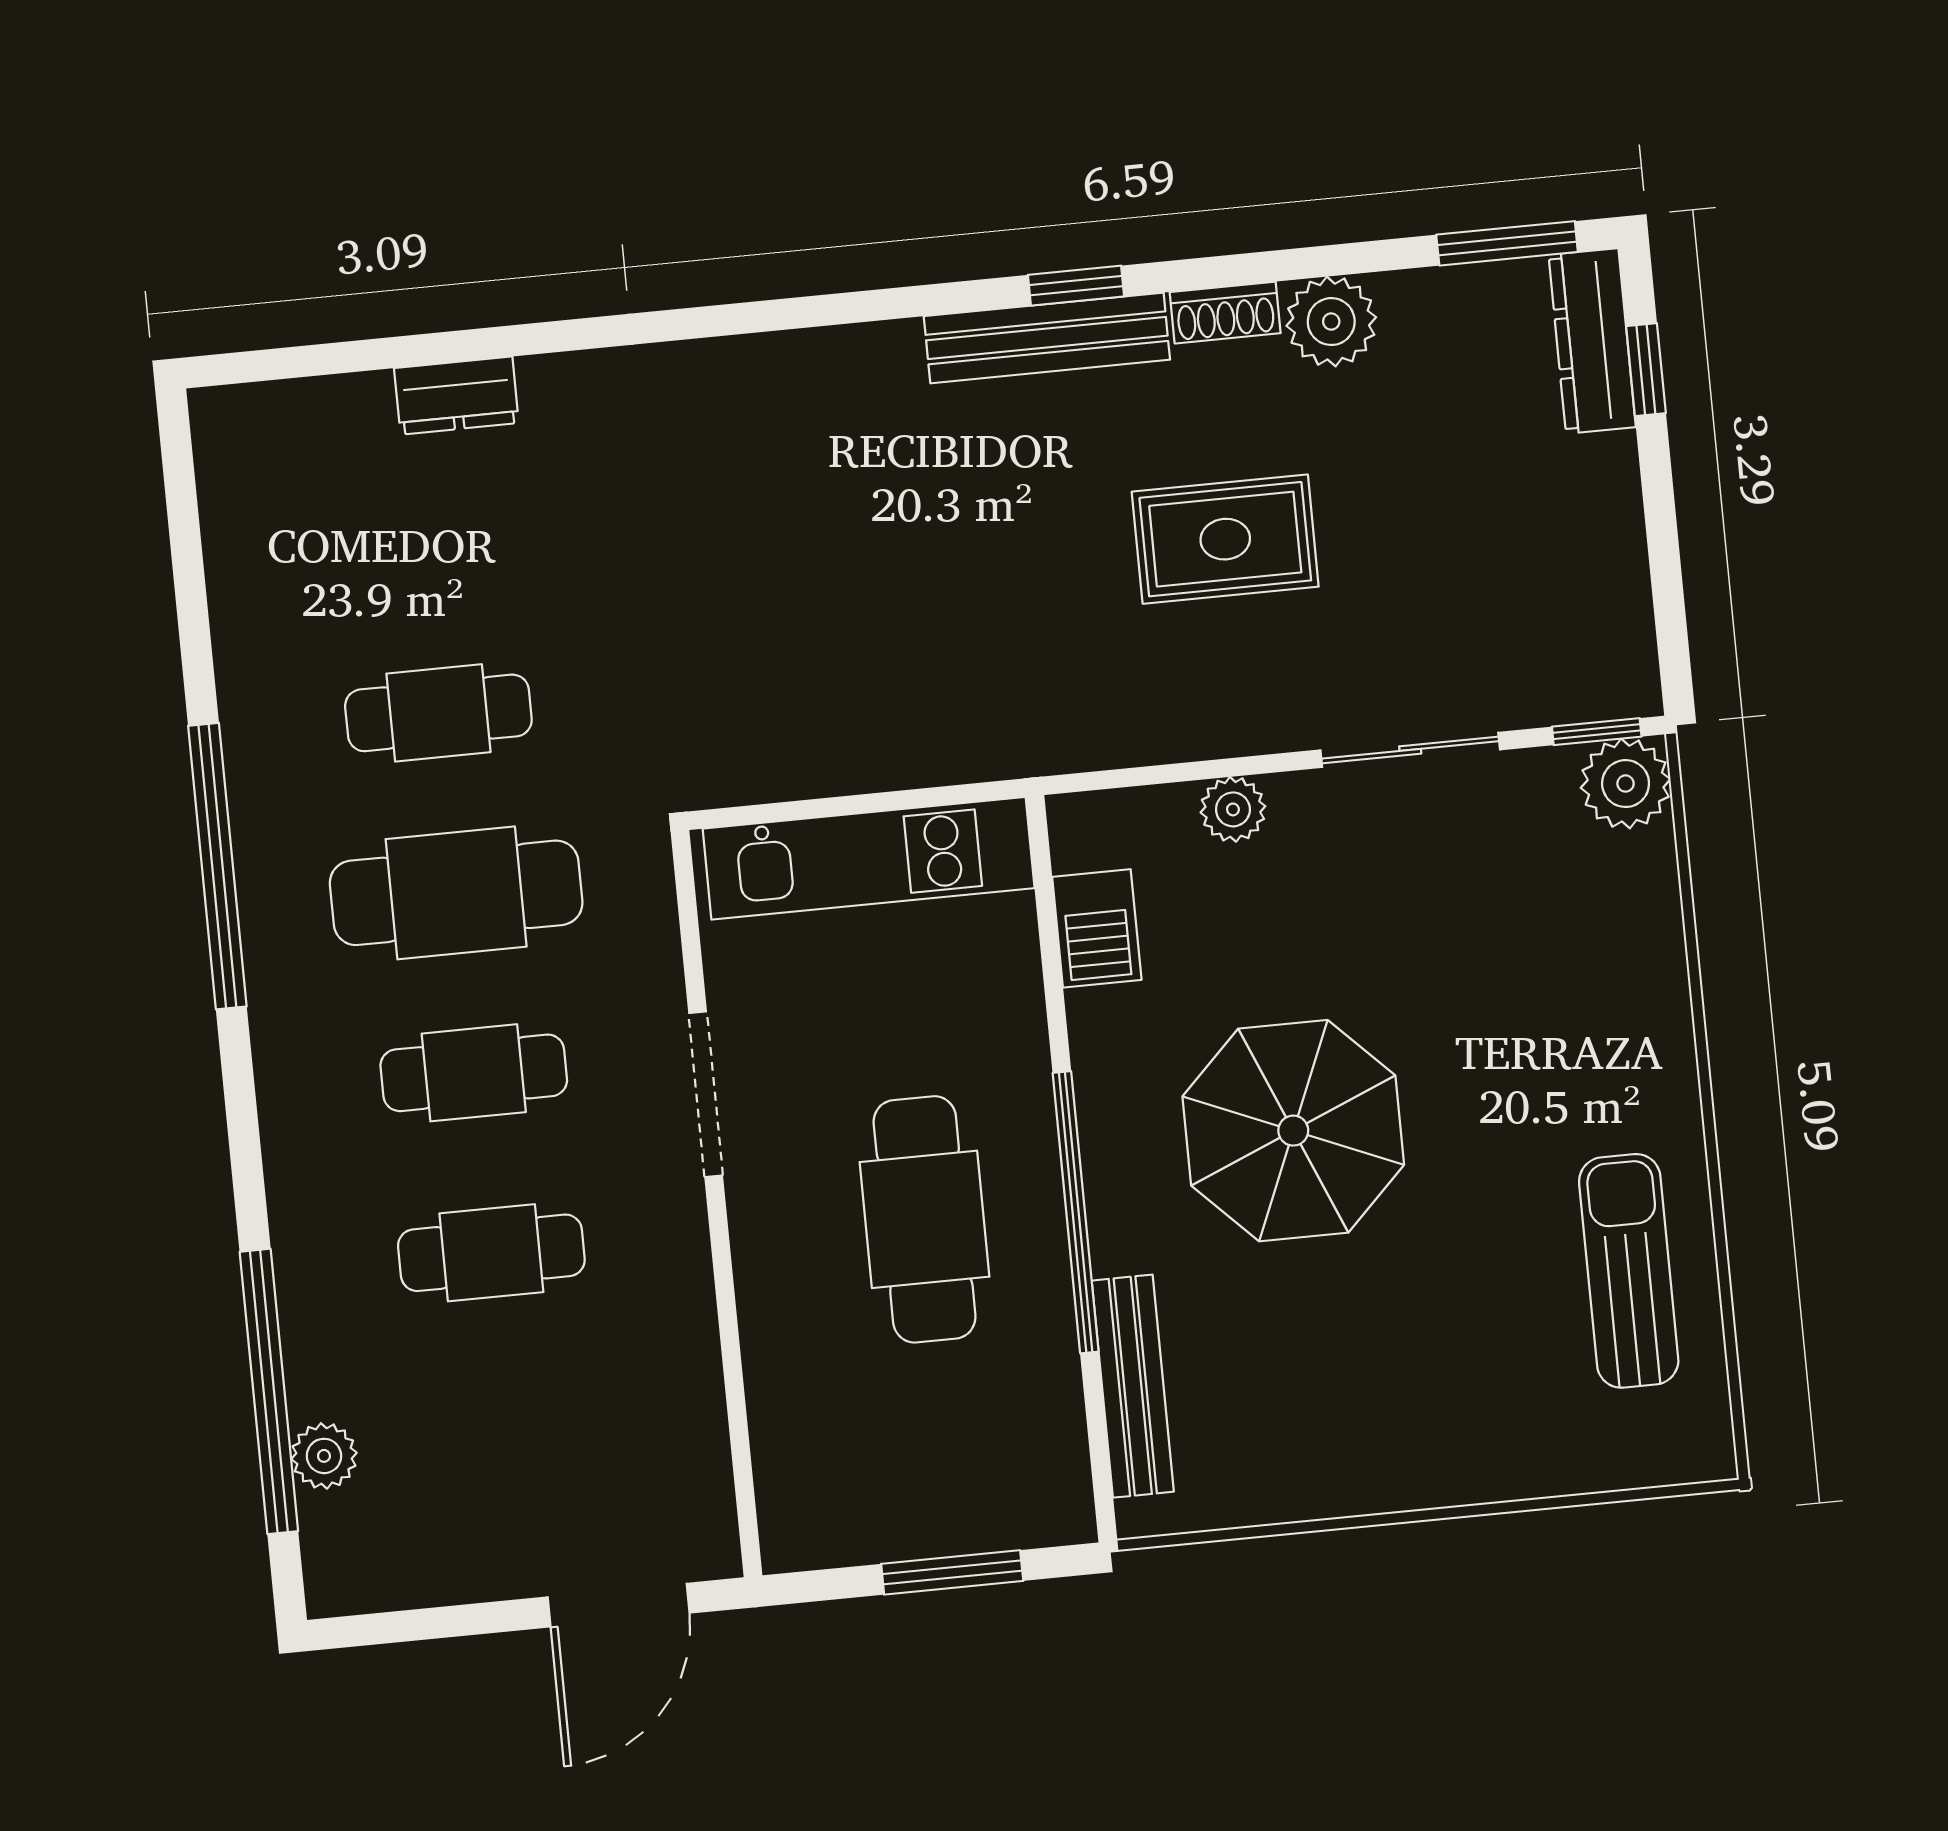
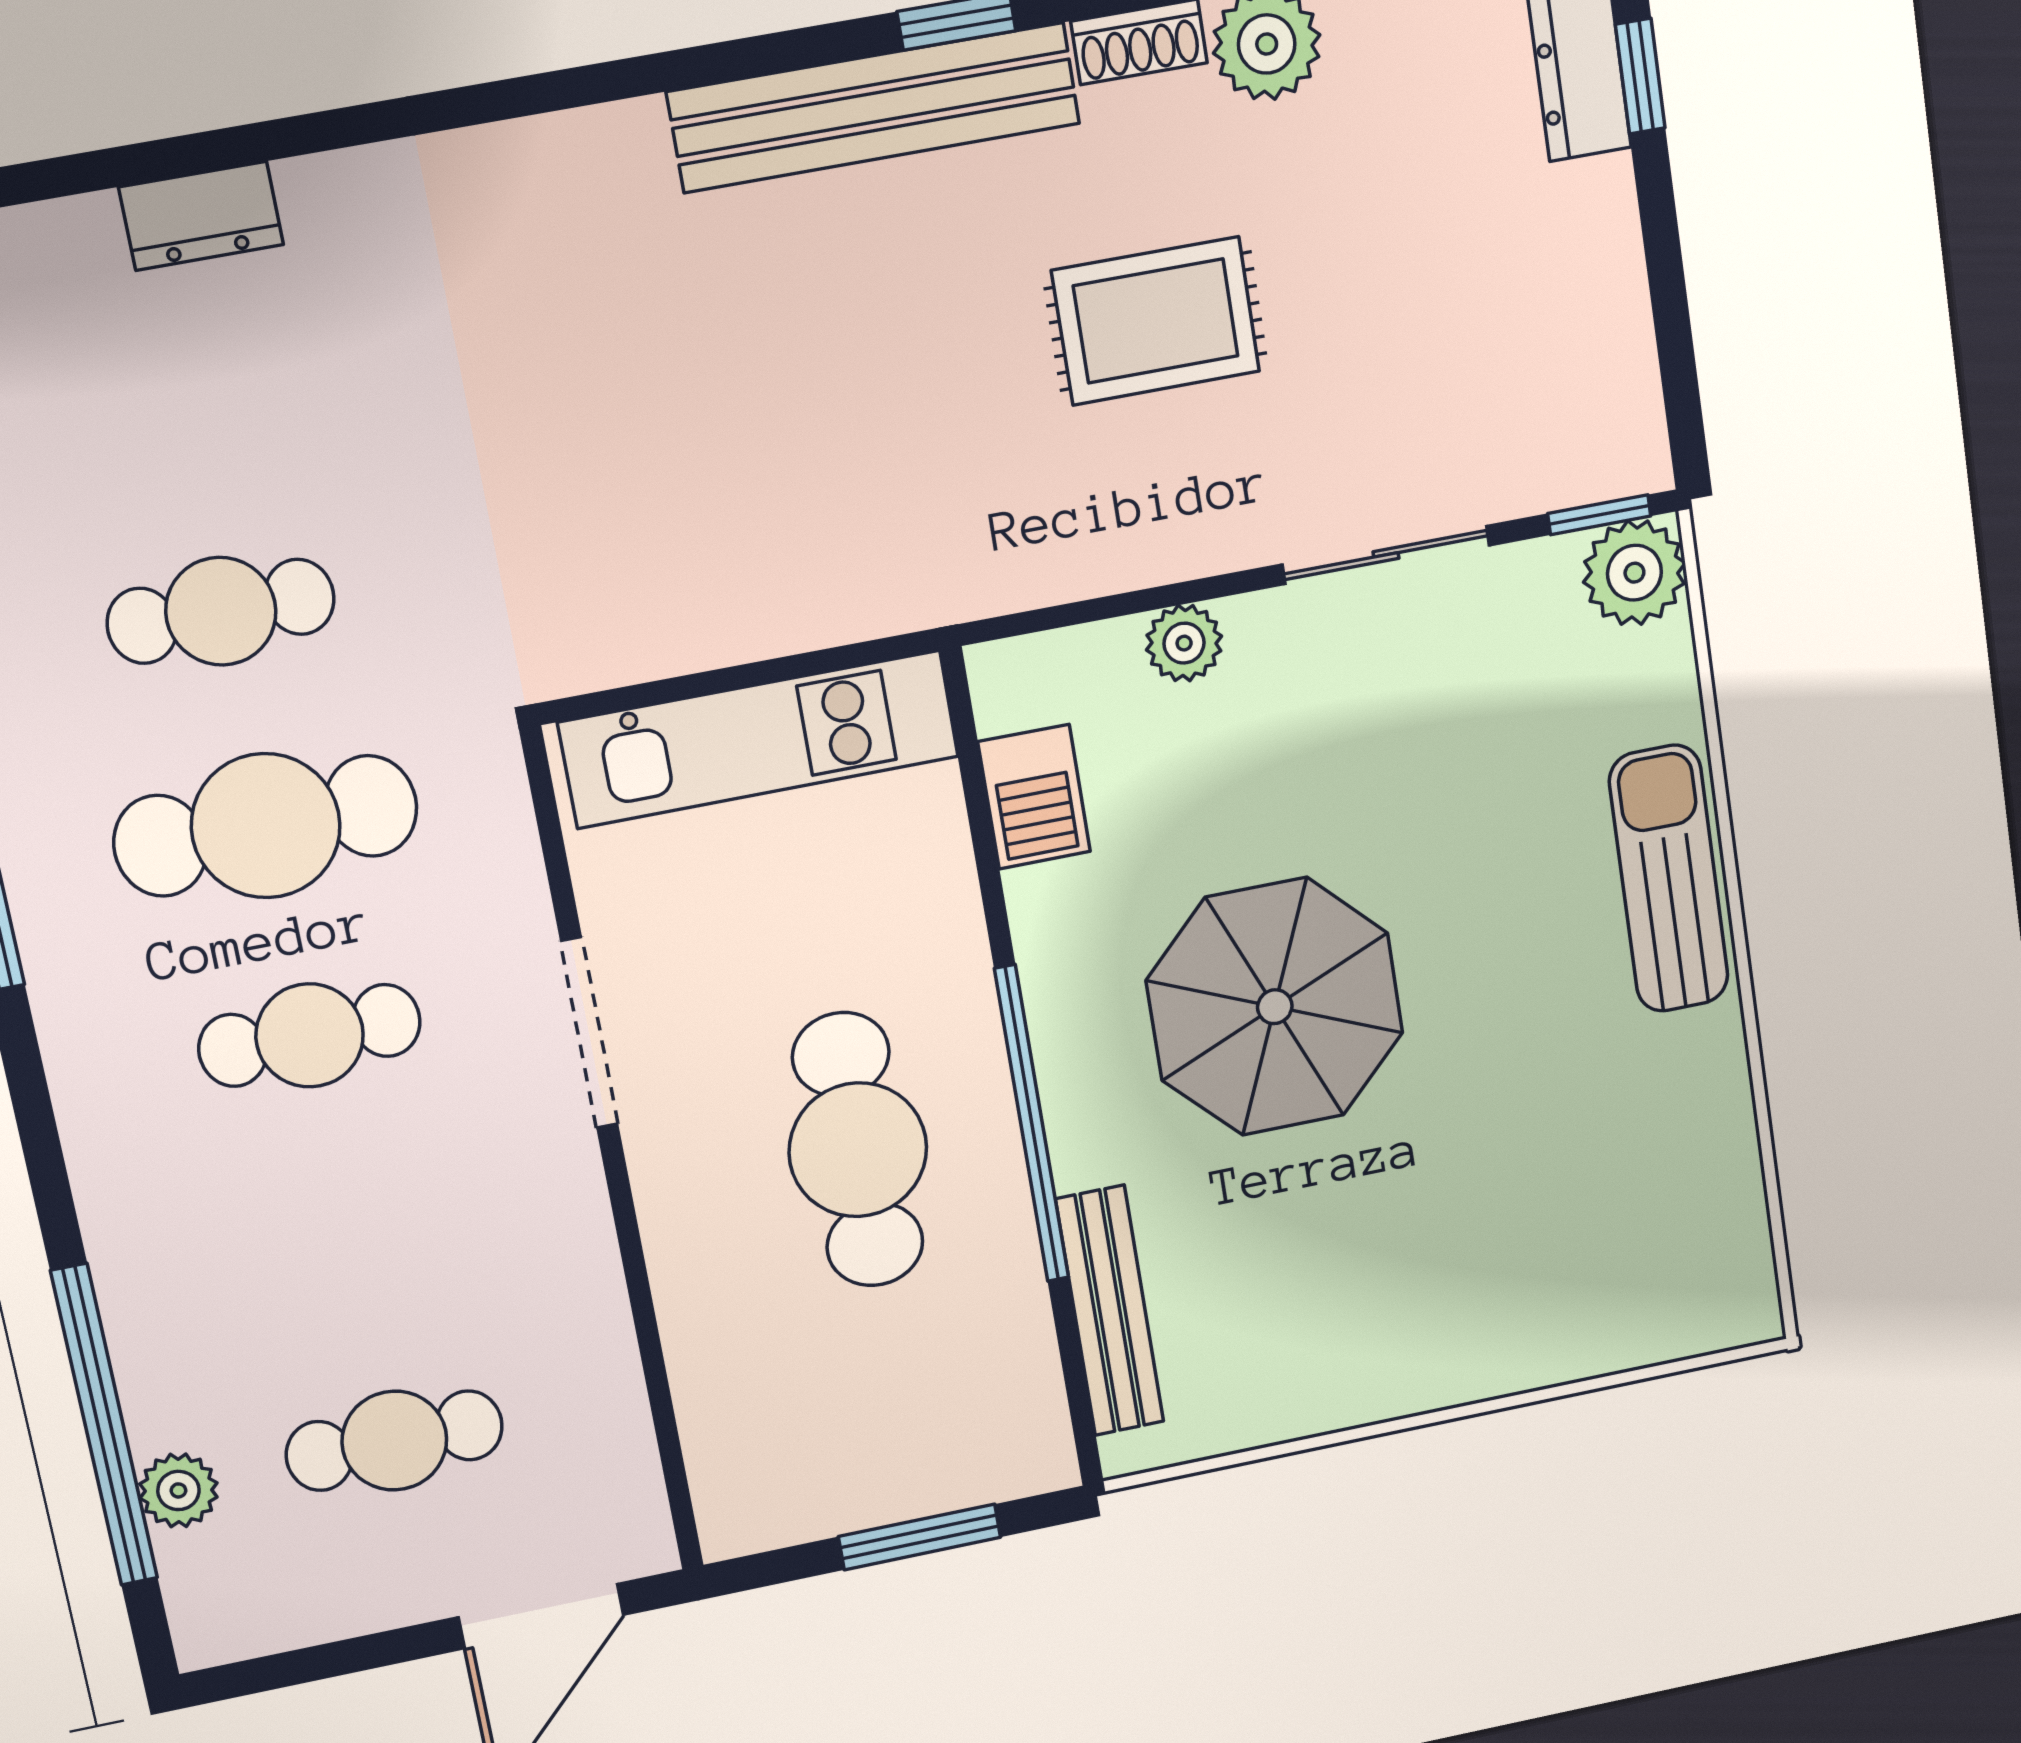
bench: (1047, 338) -> (874, 108), width x1.37, depth x1.21
cafe table: (491, 1253) -> (394, 1441), moved
sun lounger: (1629, 1271) -> (1669, 879), moved

